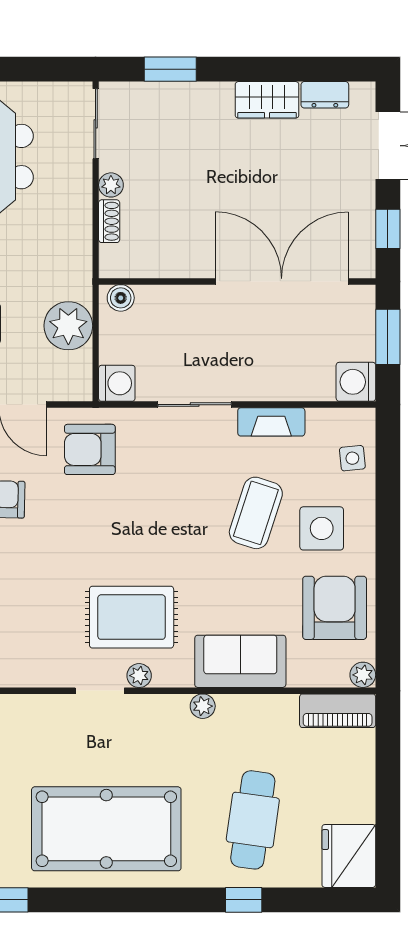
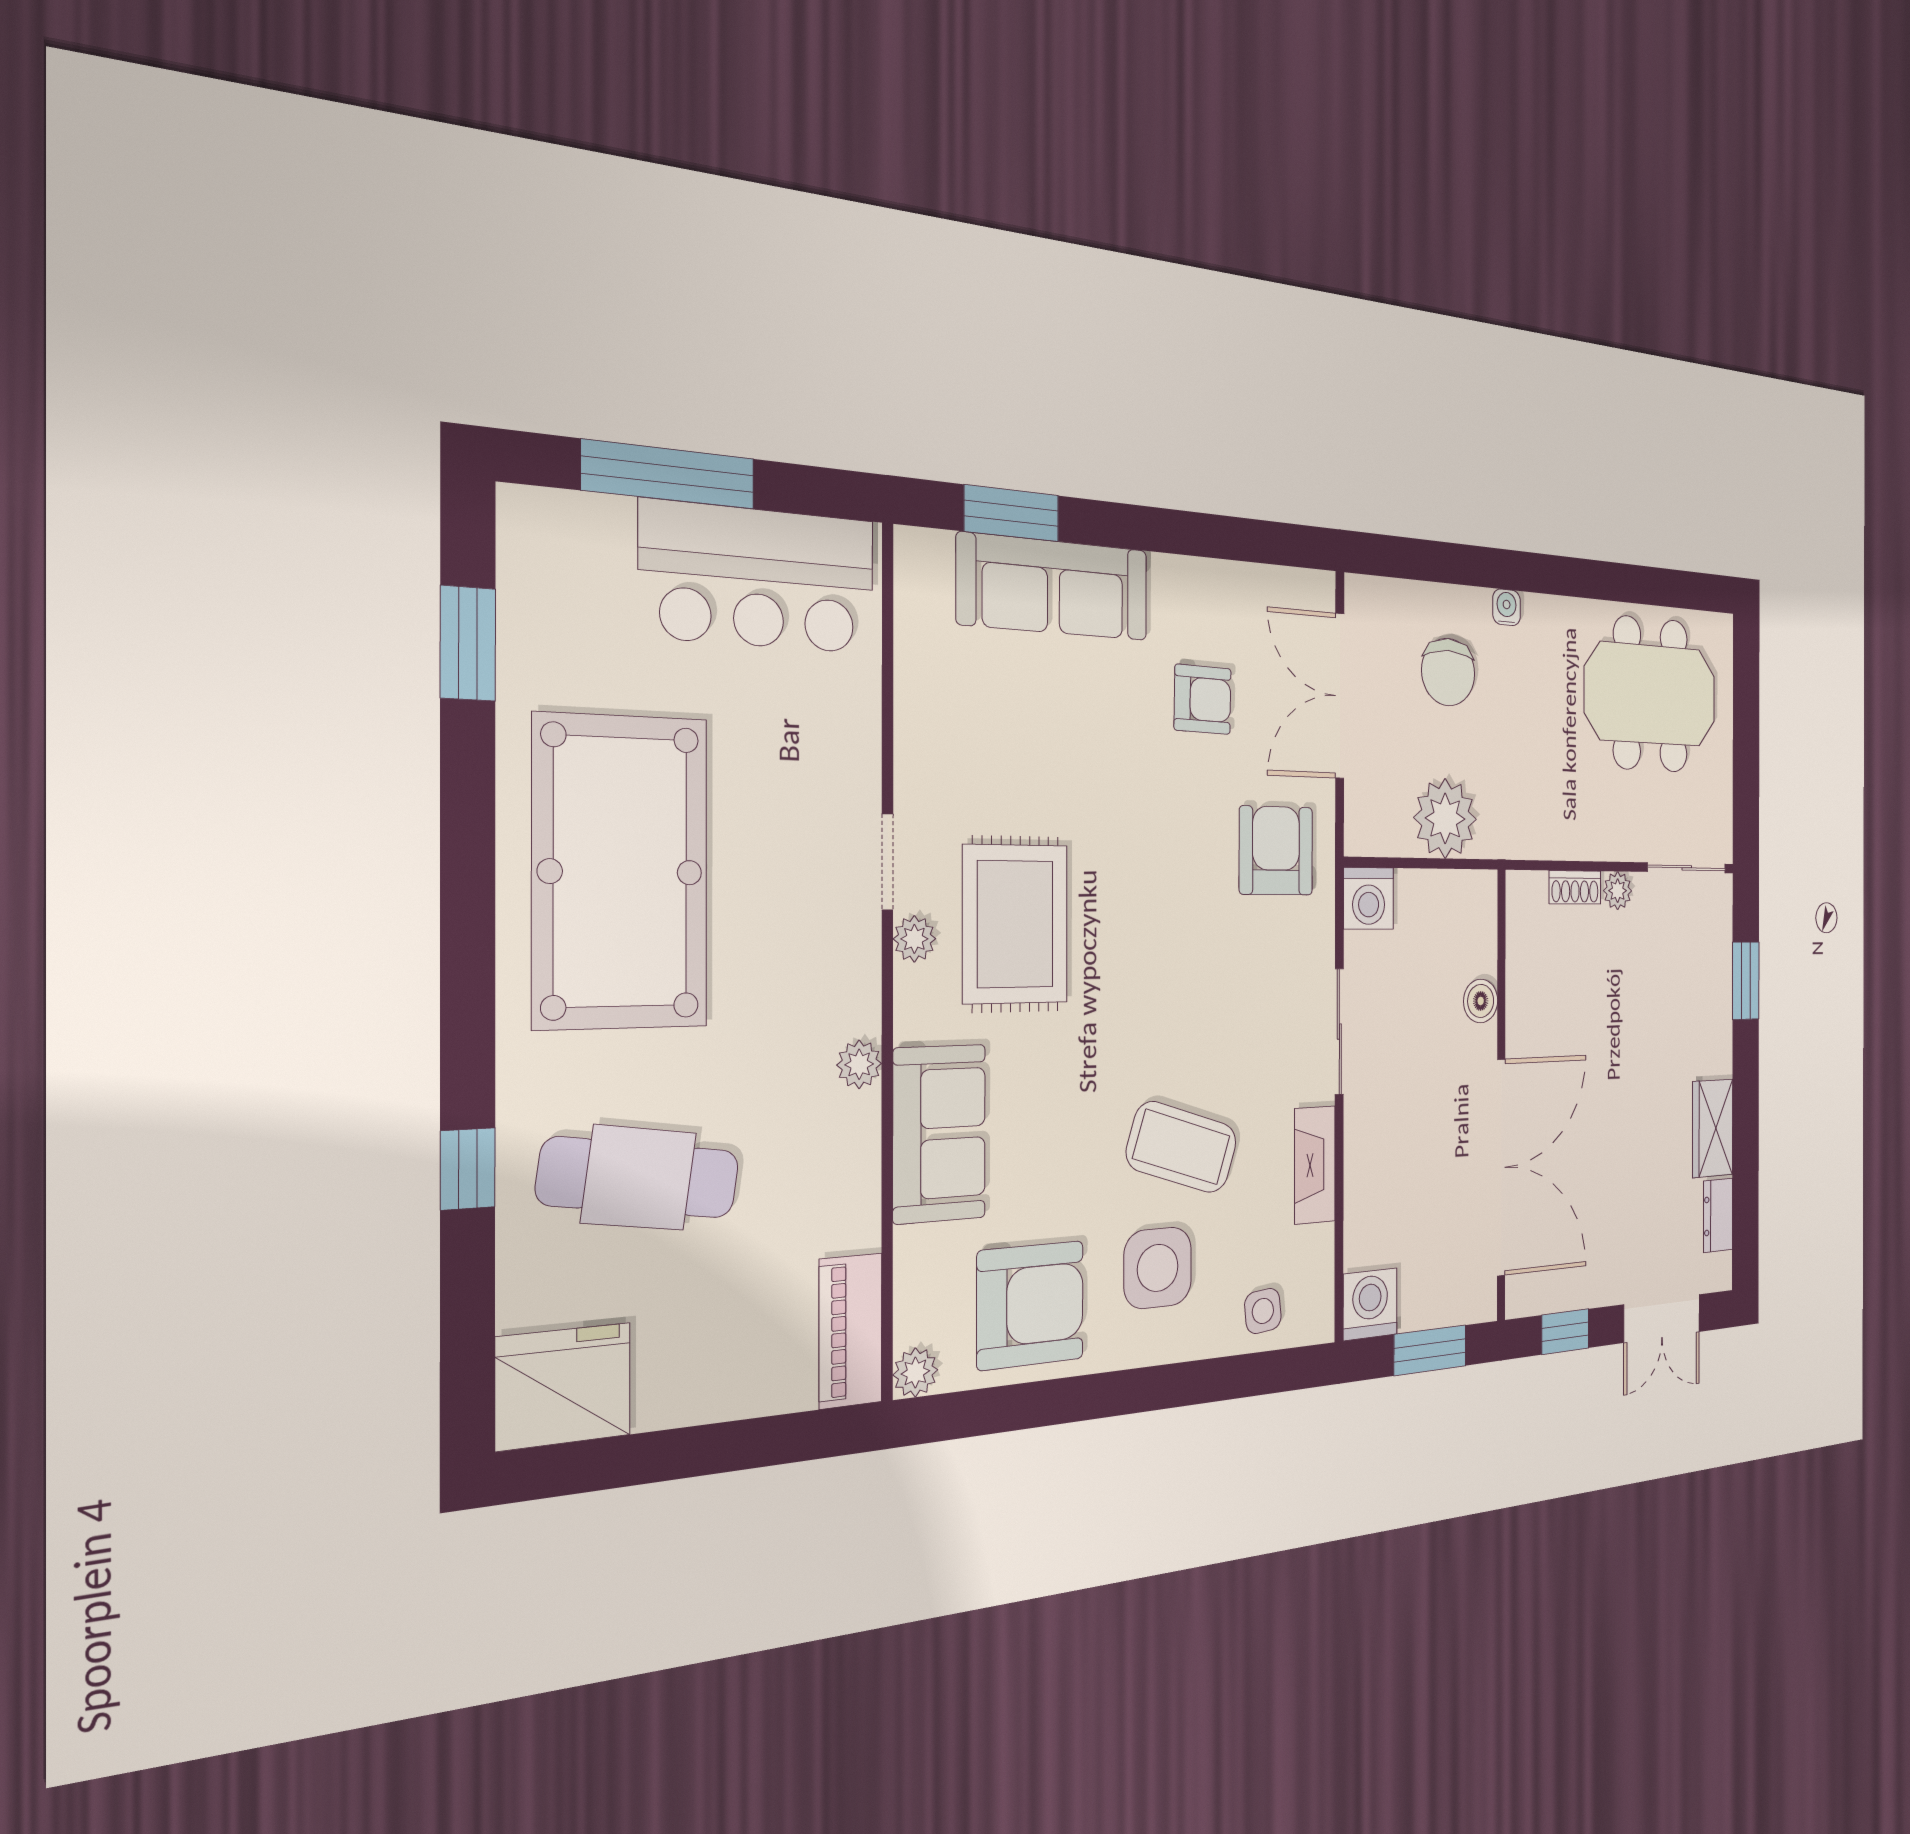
boiler: (121, 298) -> (1481, 1001), moved

